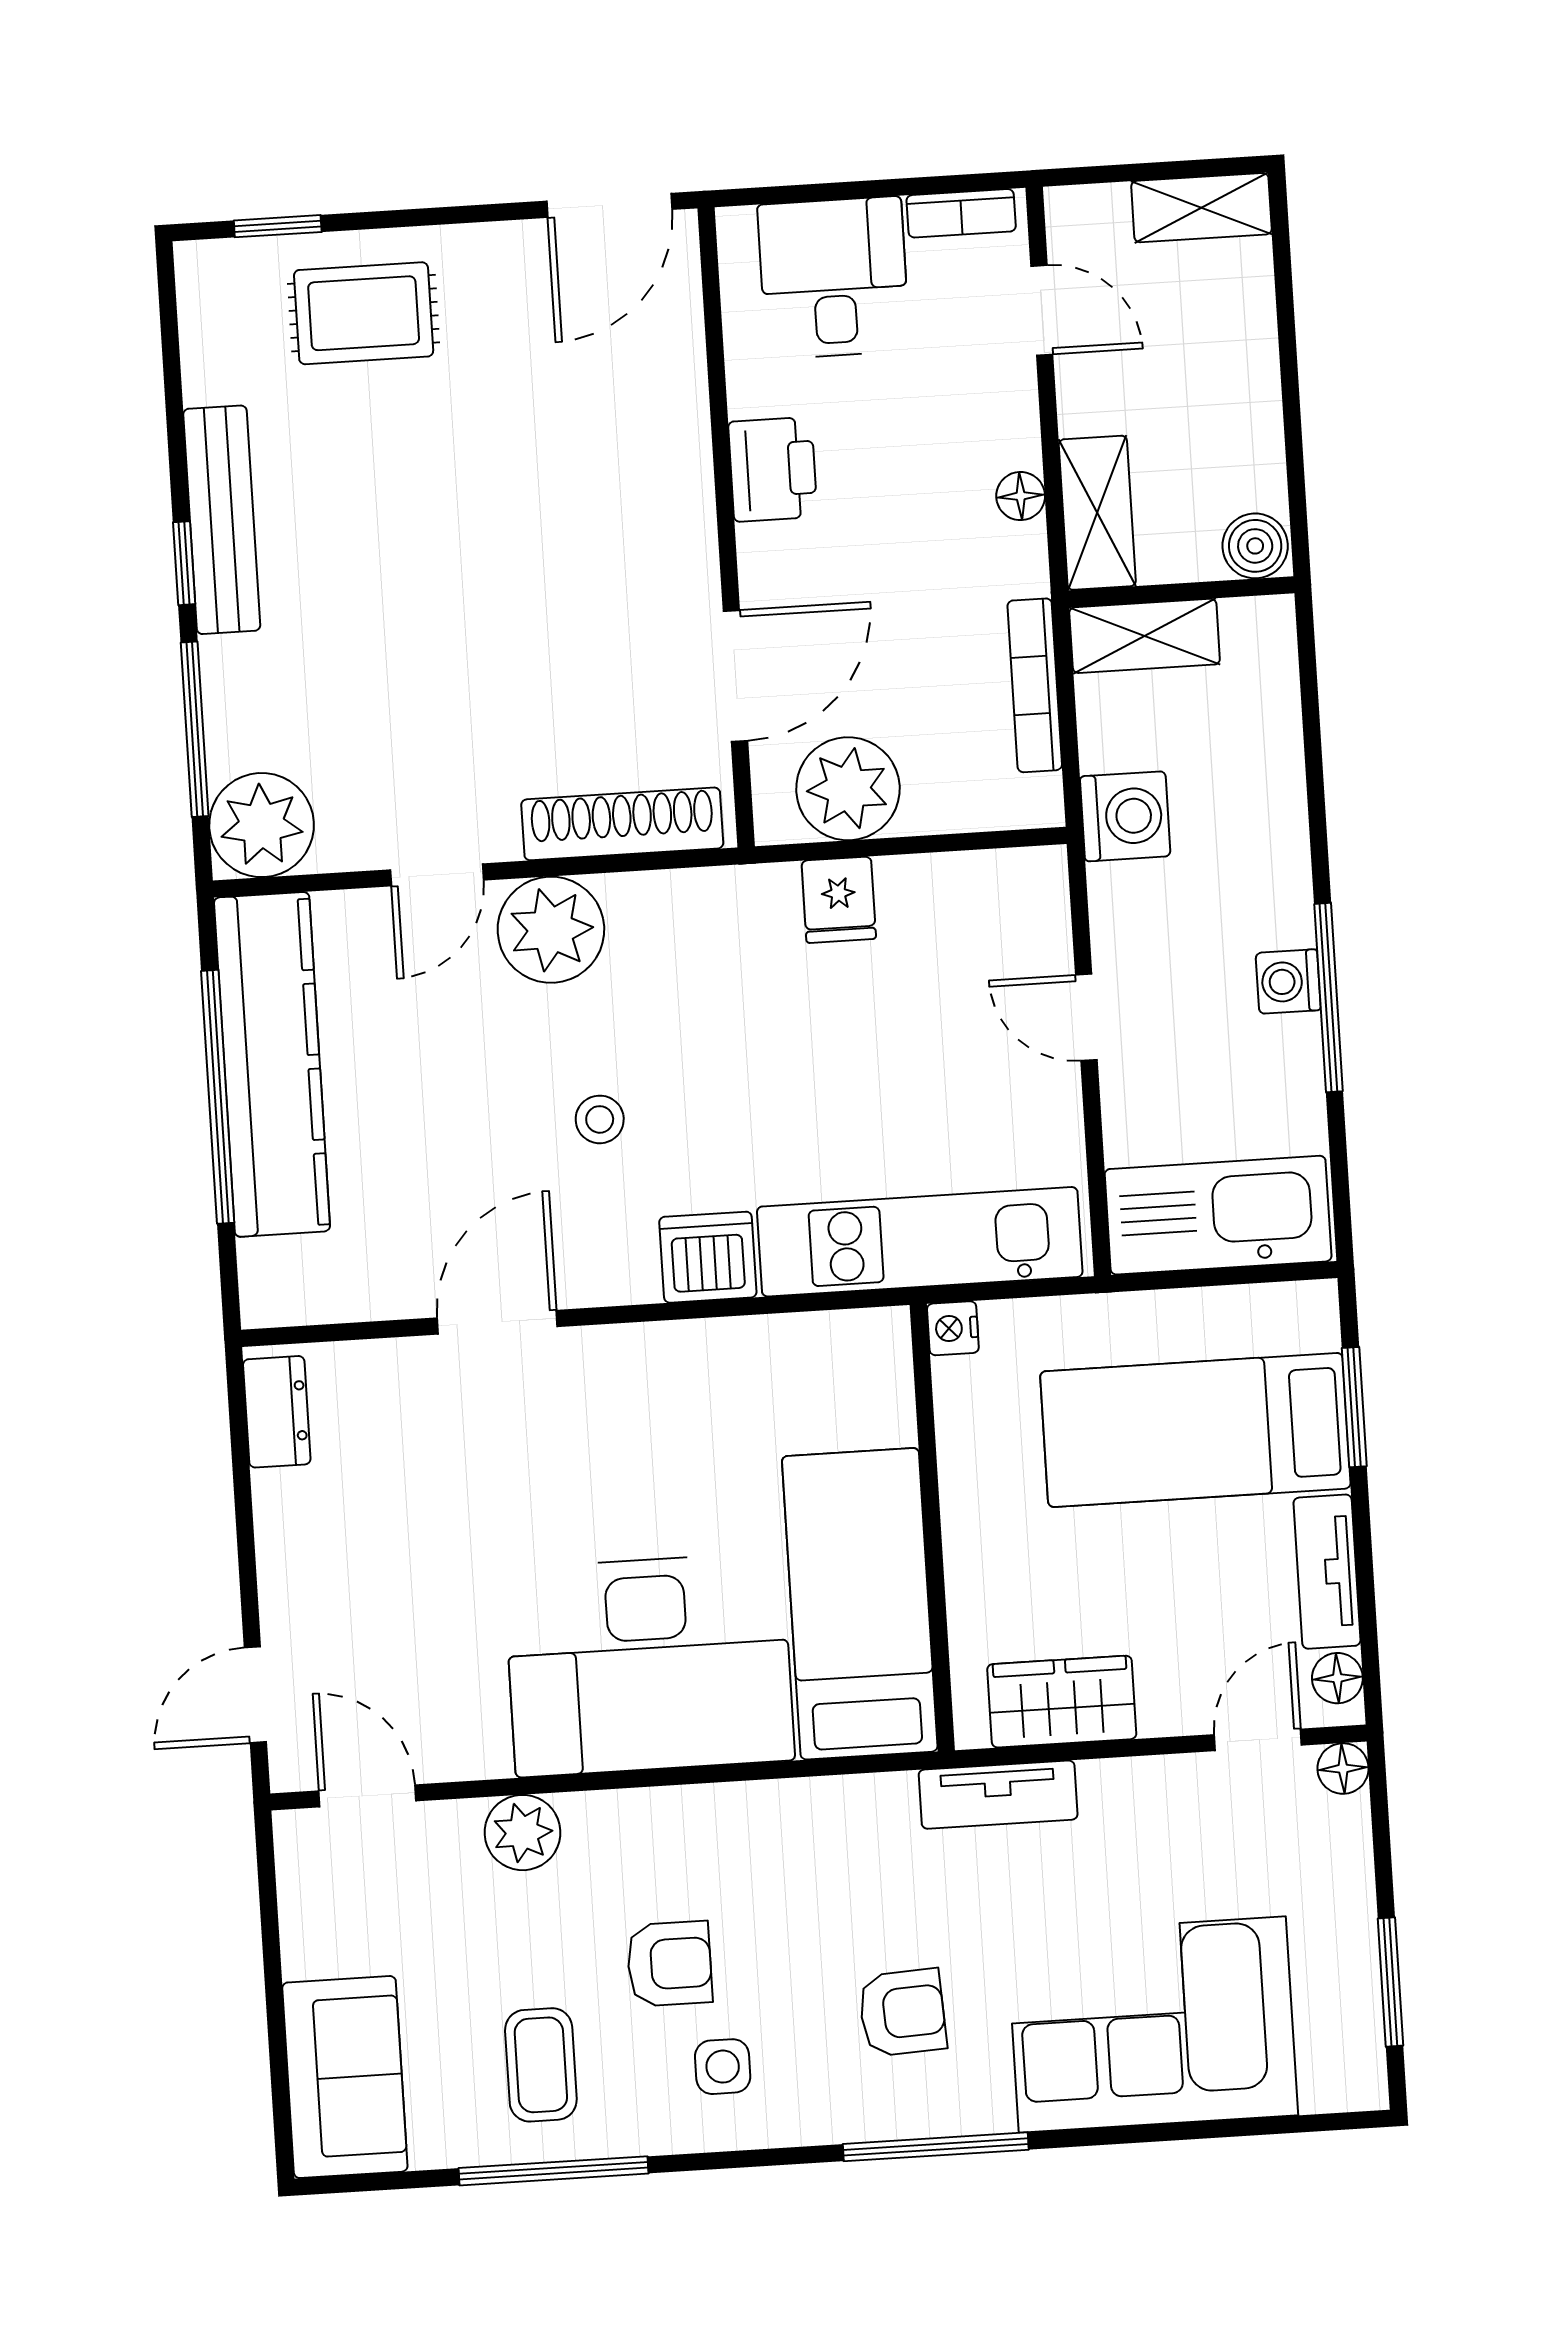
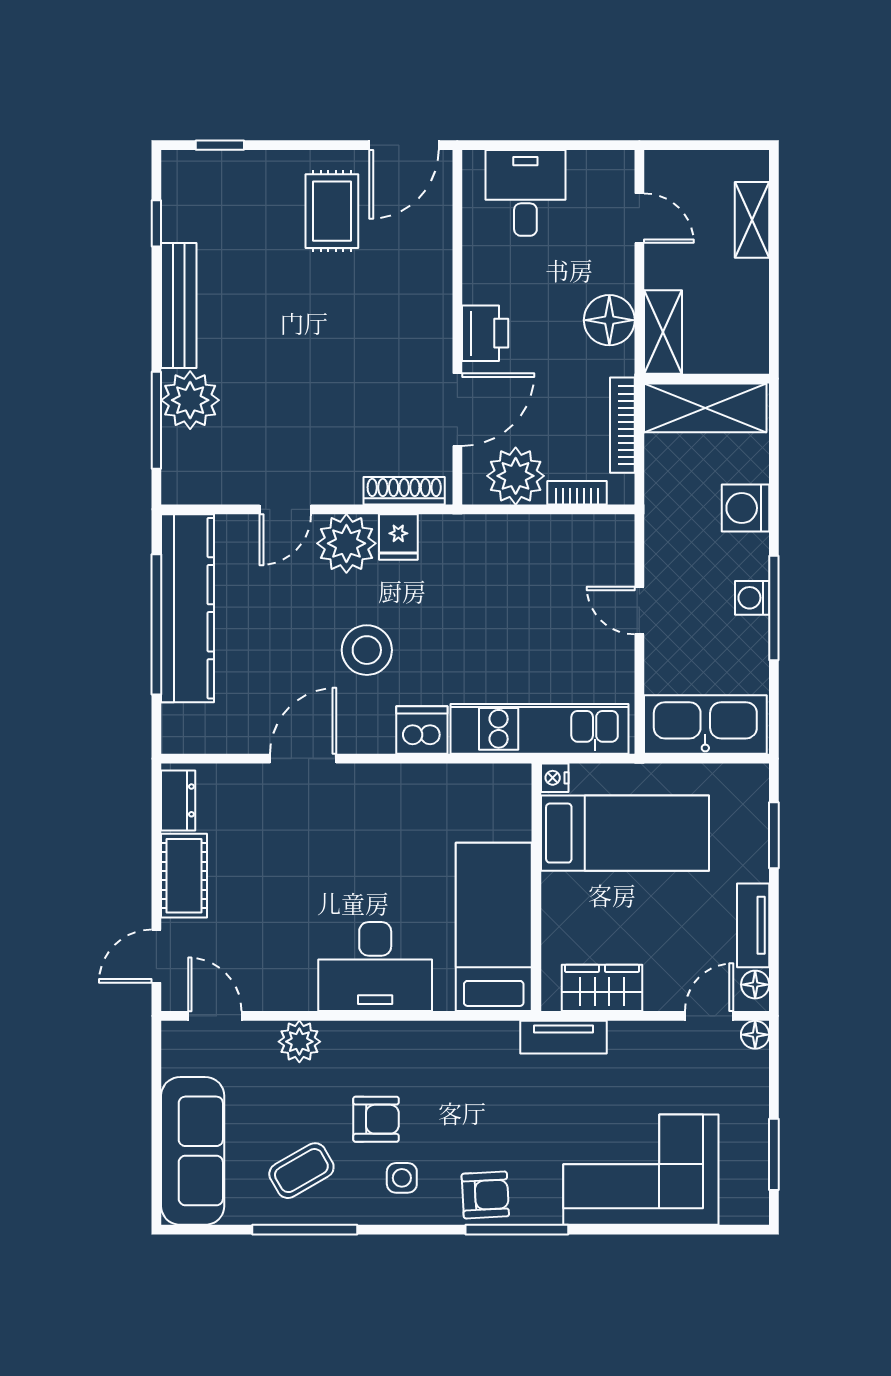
shelving: (1201, 208) -> (752, 220), moved, turned 90
bookcase: (961, 213) -> (577, 493), moved, turned 180
rug: (364, 313) -> (332, 211), moved, turned 90
printer: (773, 469) -> (485, 333), moved
floor lamp: (1021, 496) -> (609, 320), width x1.89, depth x1.89
boiler: (1255, 546) -> (749, 356), removed
window: (184, 563) -> (156, 223), moved
shelving: (1145, 636) -> (705, 408), width x1.50, depth x1.33
washing machine: (1125, 816) -> (745, 508), moved, turned 180
shoe rack: (622, 824) -> (404, 491), width x0.74, depth x0.81
plant: (262, 825) -> (190, 400), moved
fridge: (839, 900) -> (398, 537), moved
stool: (600, 1119) -> (367, 650), width x1.89, depth x1.89
bed: (1195, 1430) -> (625, 833), moved, turned 180
cot: (296, 1547) -> (184, 876), added
desk: (649, 1665) -> (375, 967), width x0.73, depth x0.77
armchair: (902, 2013) -> (485, 1195), moved
coffee table: (541, 2065) -> (301, 1171), turned 60
sofa: (345, 2077) -> (193, 1151), width x1.36

